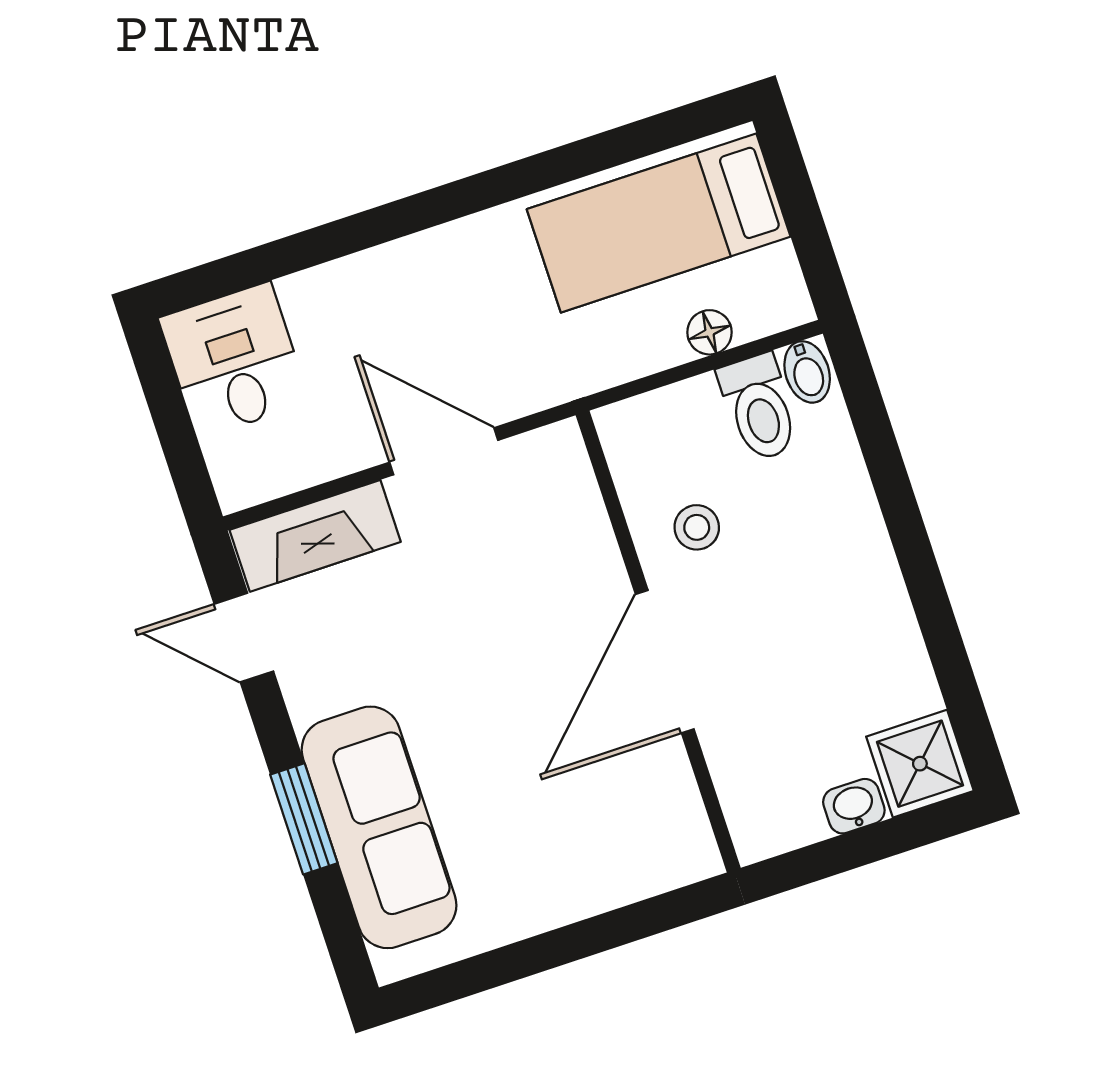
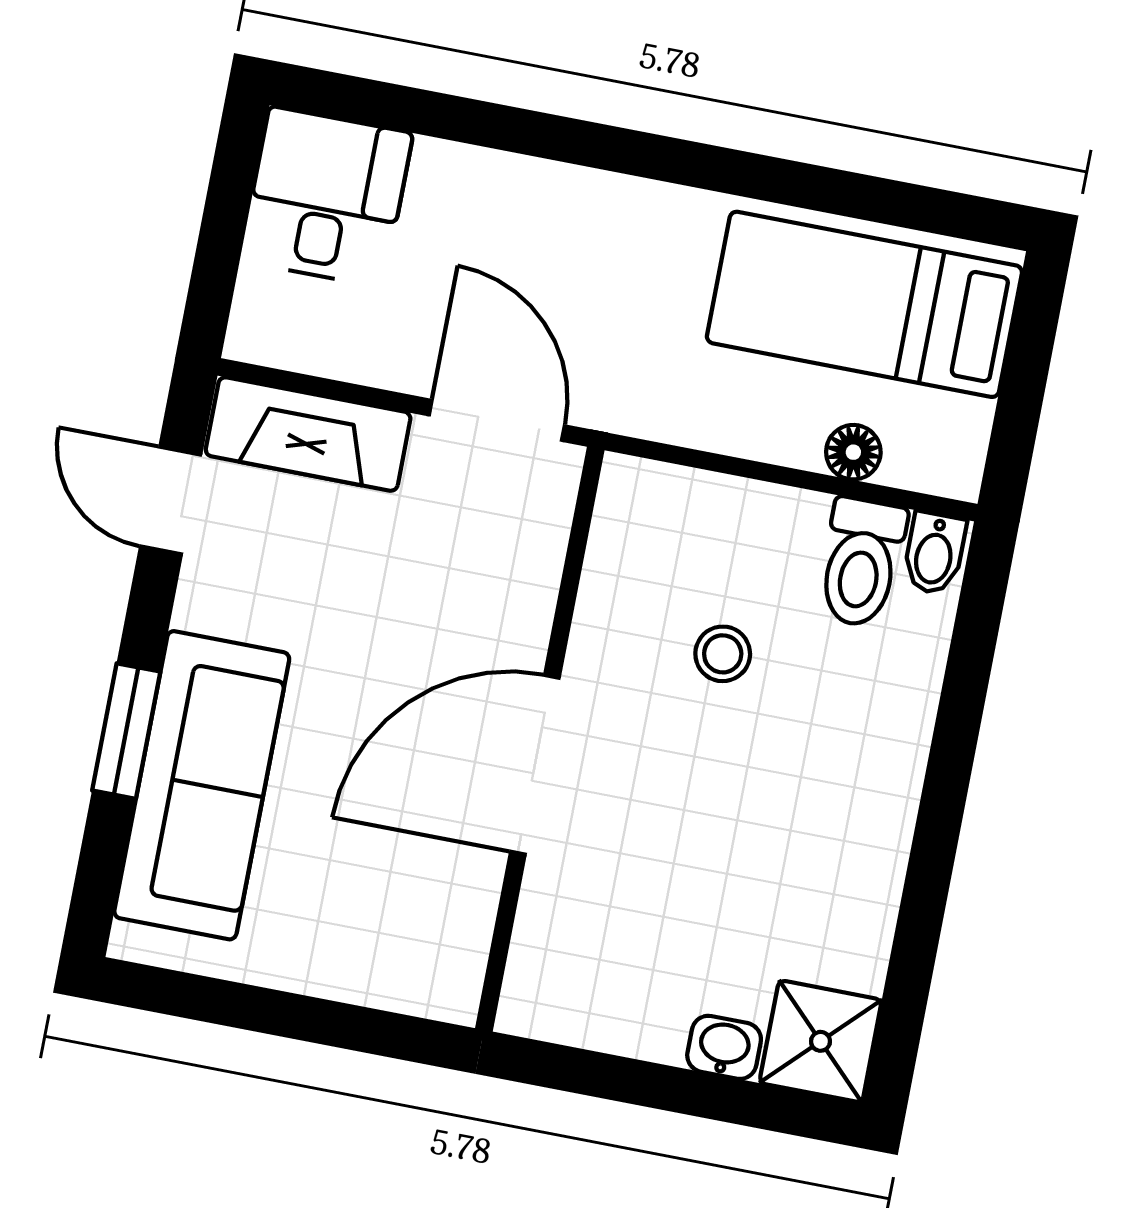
wall: (658, 642) -> (540, 739), moved
door: (665, 662) -> (535, 765), moved

